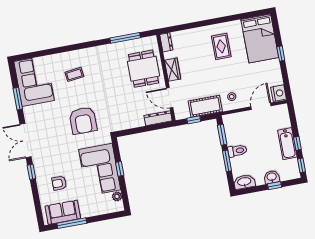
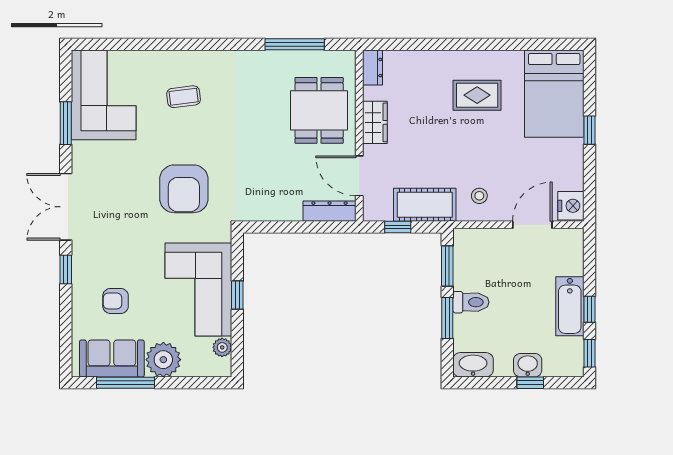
rug: (221, 46) -> (477, 95), turned 90
plant: (89, 208) -> (163, 360), added

